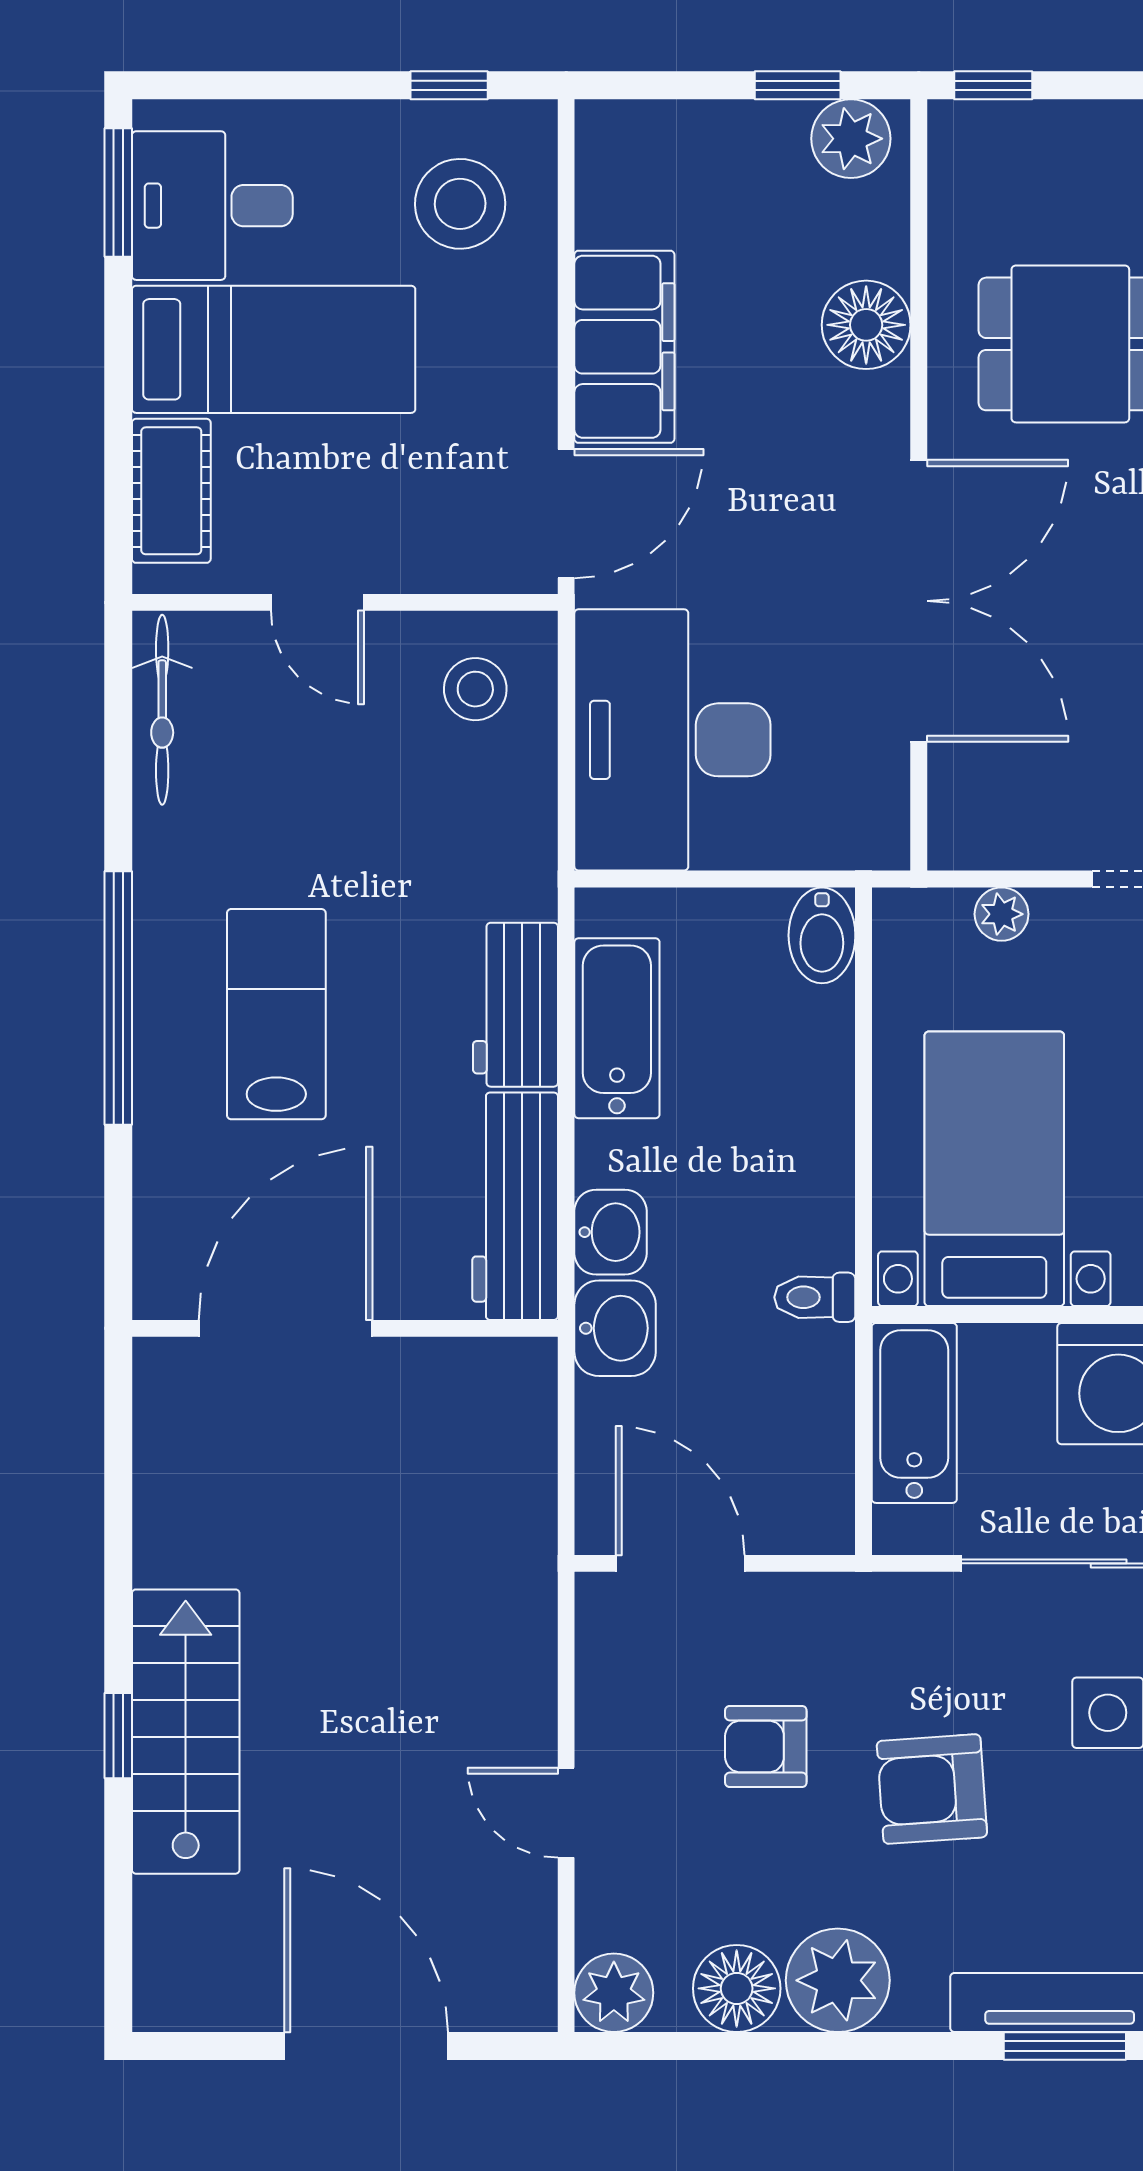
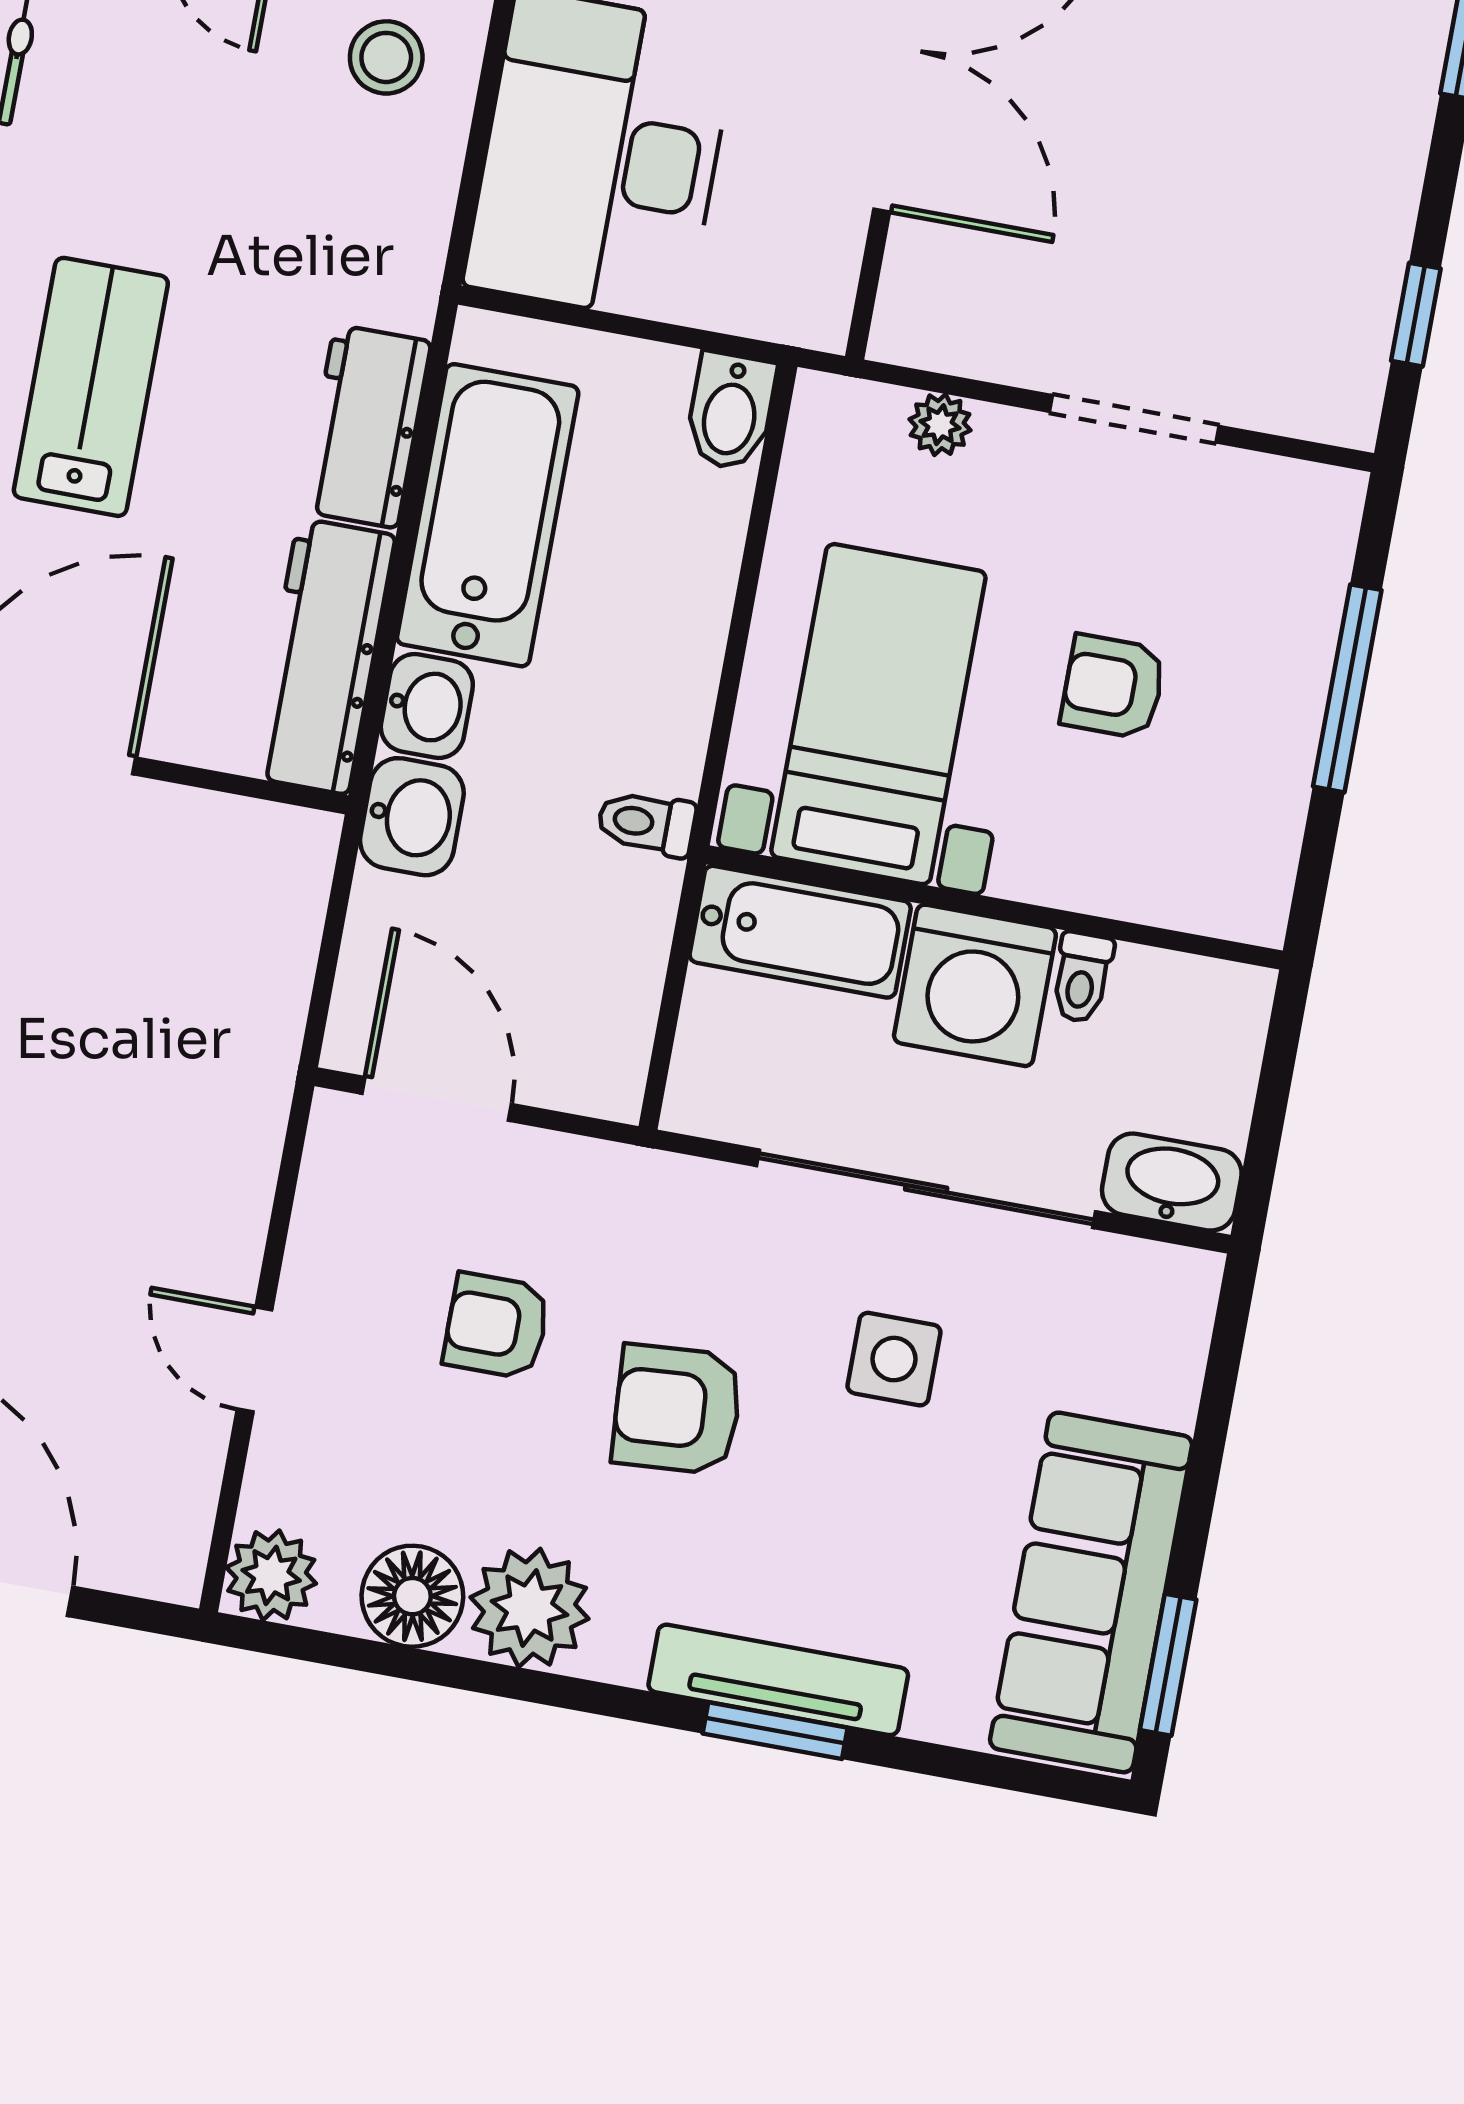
bathtub: (617, 1028) -> (488, 515), width x1.36, depth x1.36
bathtub: (914, 1413) -> (800, 932), moved, turned 90

